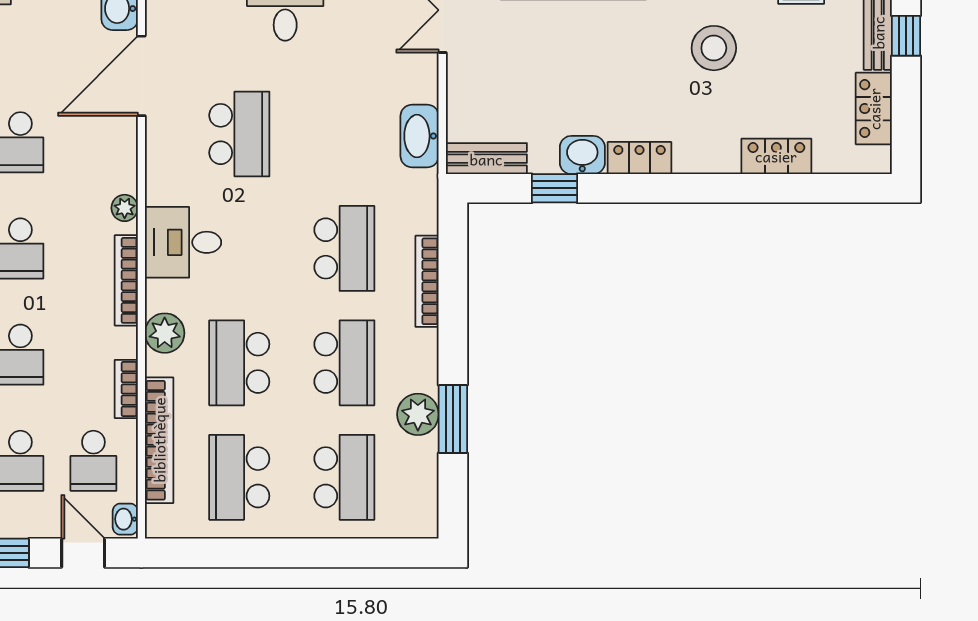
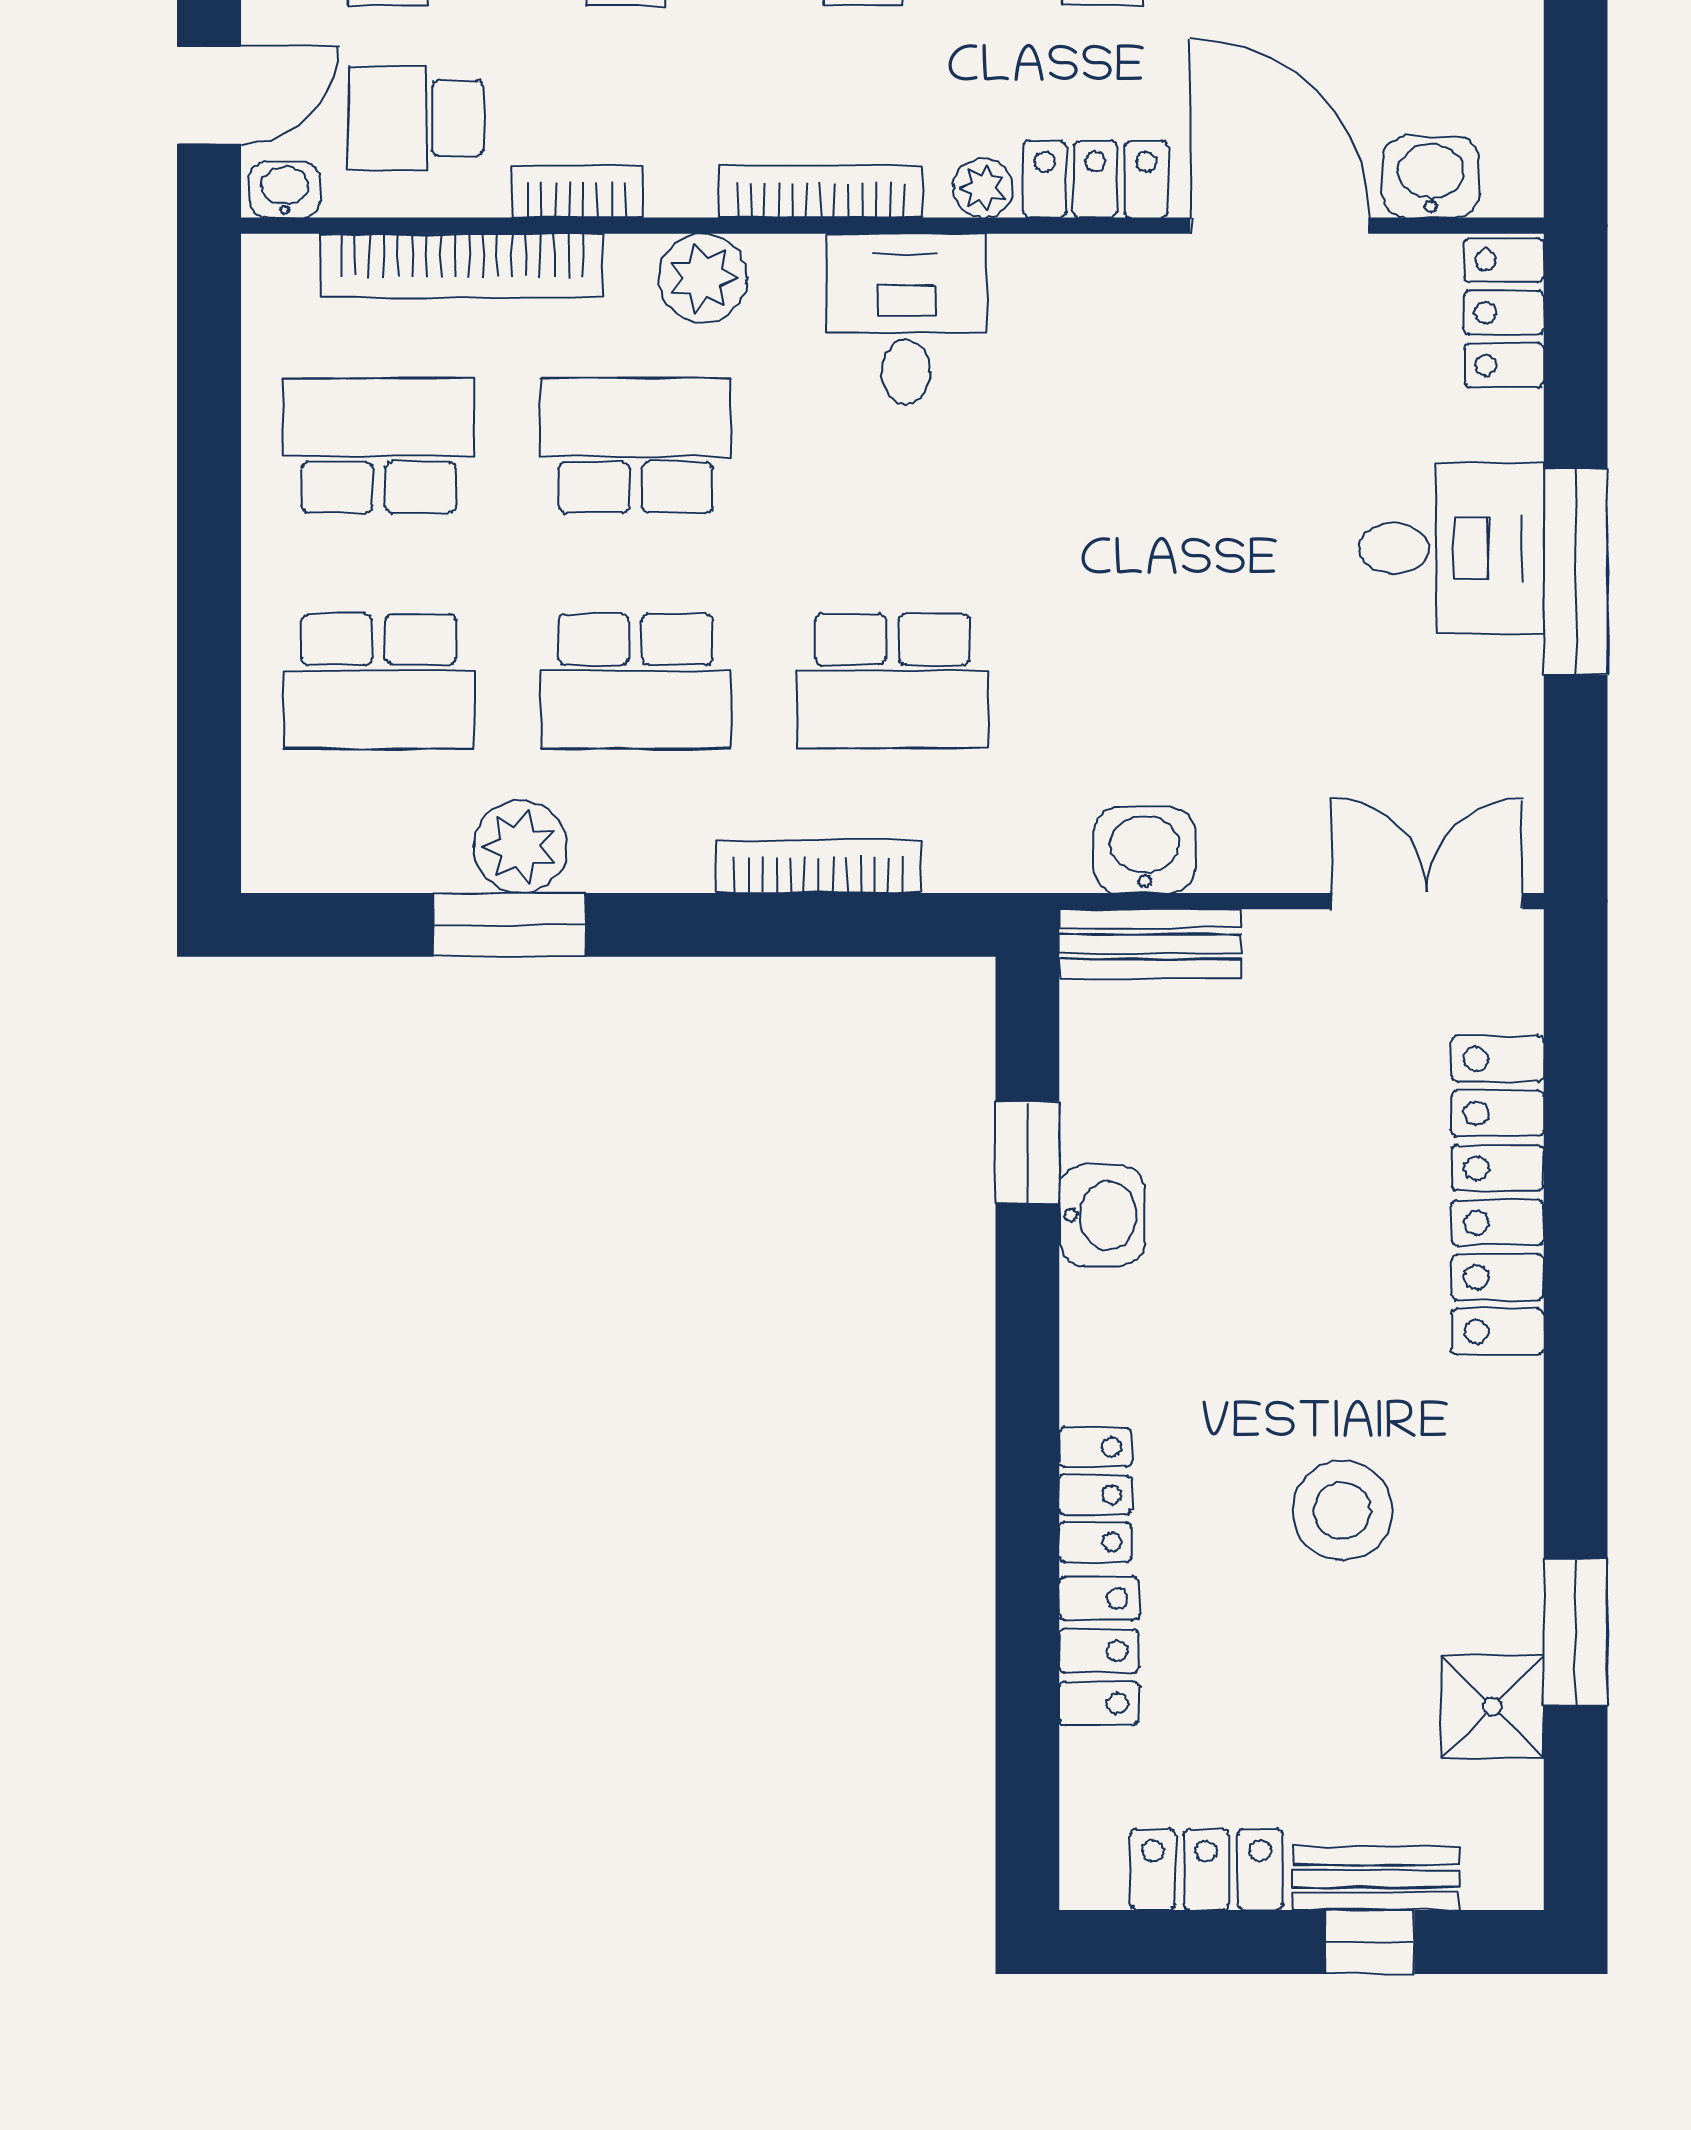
school desk: (239, 134) -> (1149, 445), removed
washbasin: (420, 136) -> (1145, 850), width x0.72
locker: (121, 158) -> (1095, 179), added
locker: (640, 158) -> (1095, 1495), moved
bench: (486, 159) -> (1150, 944), moved, turned 90

